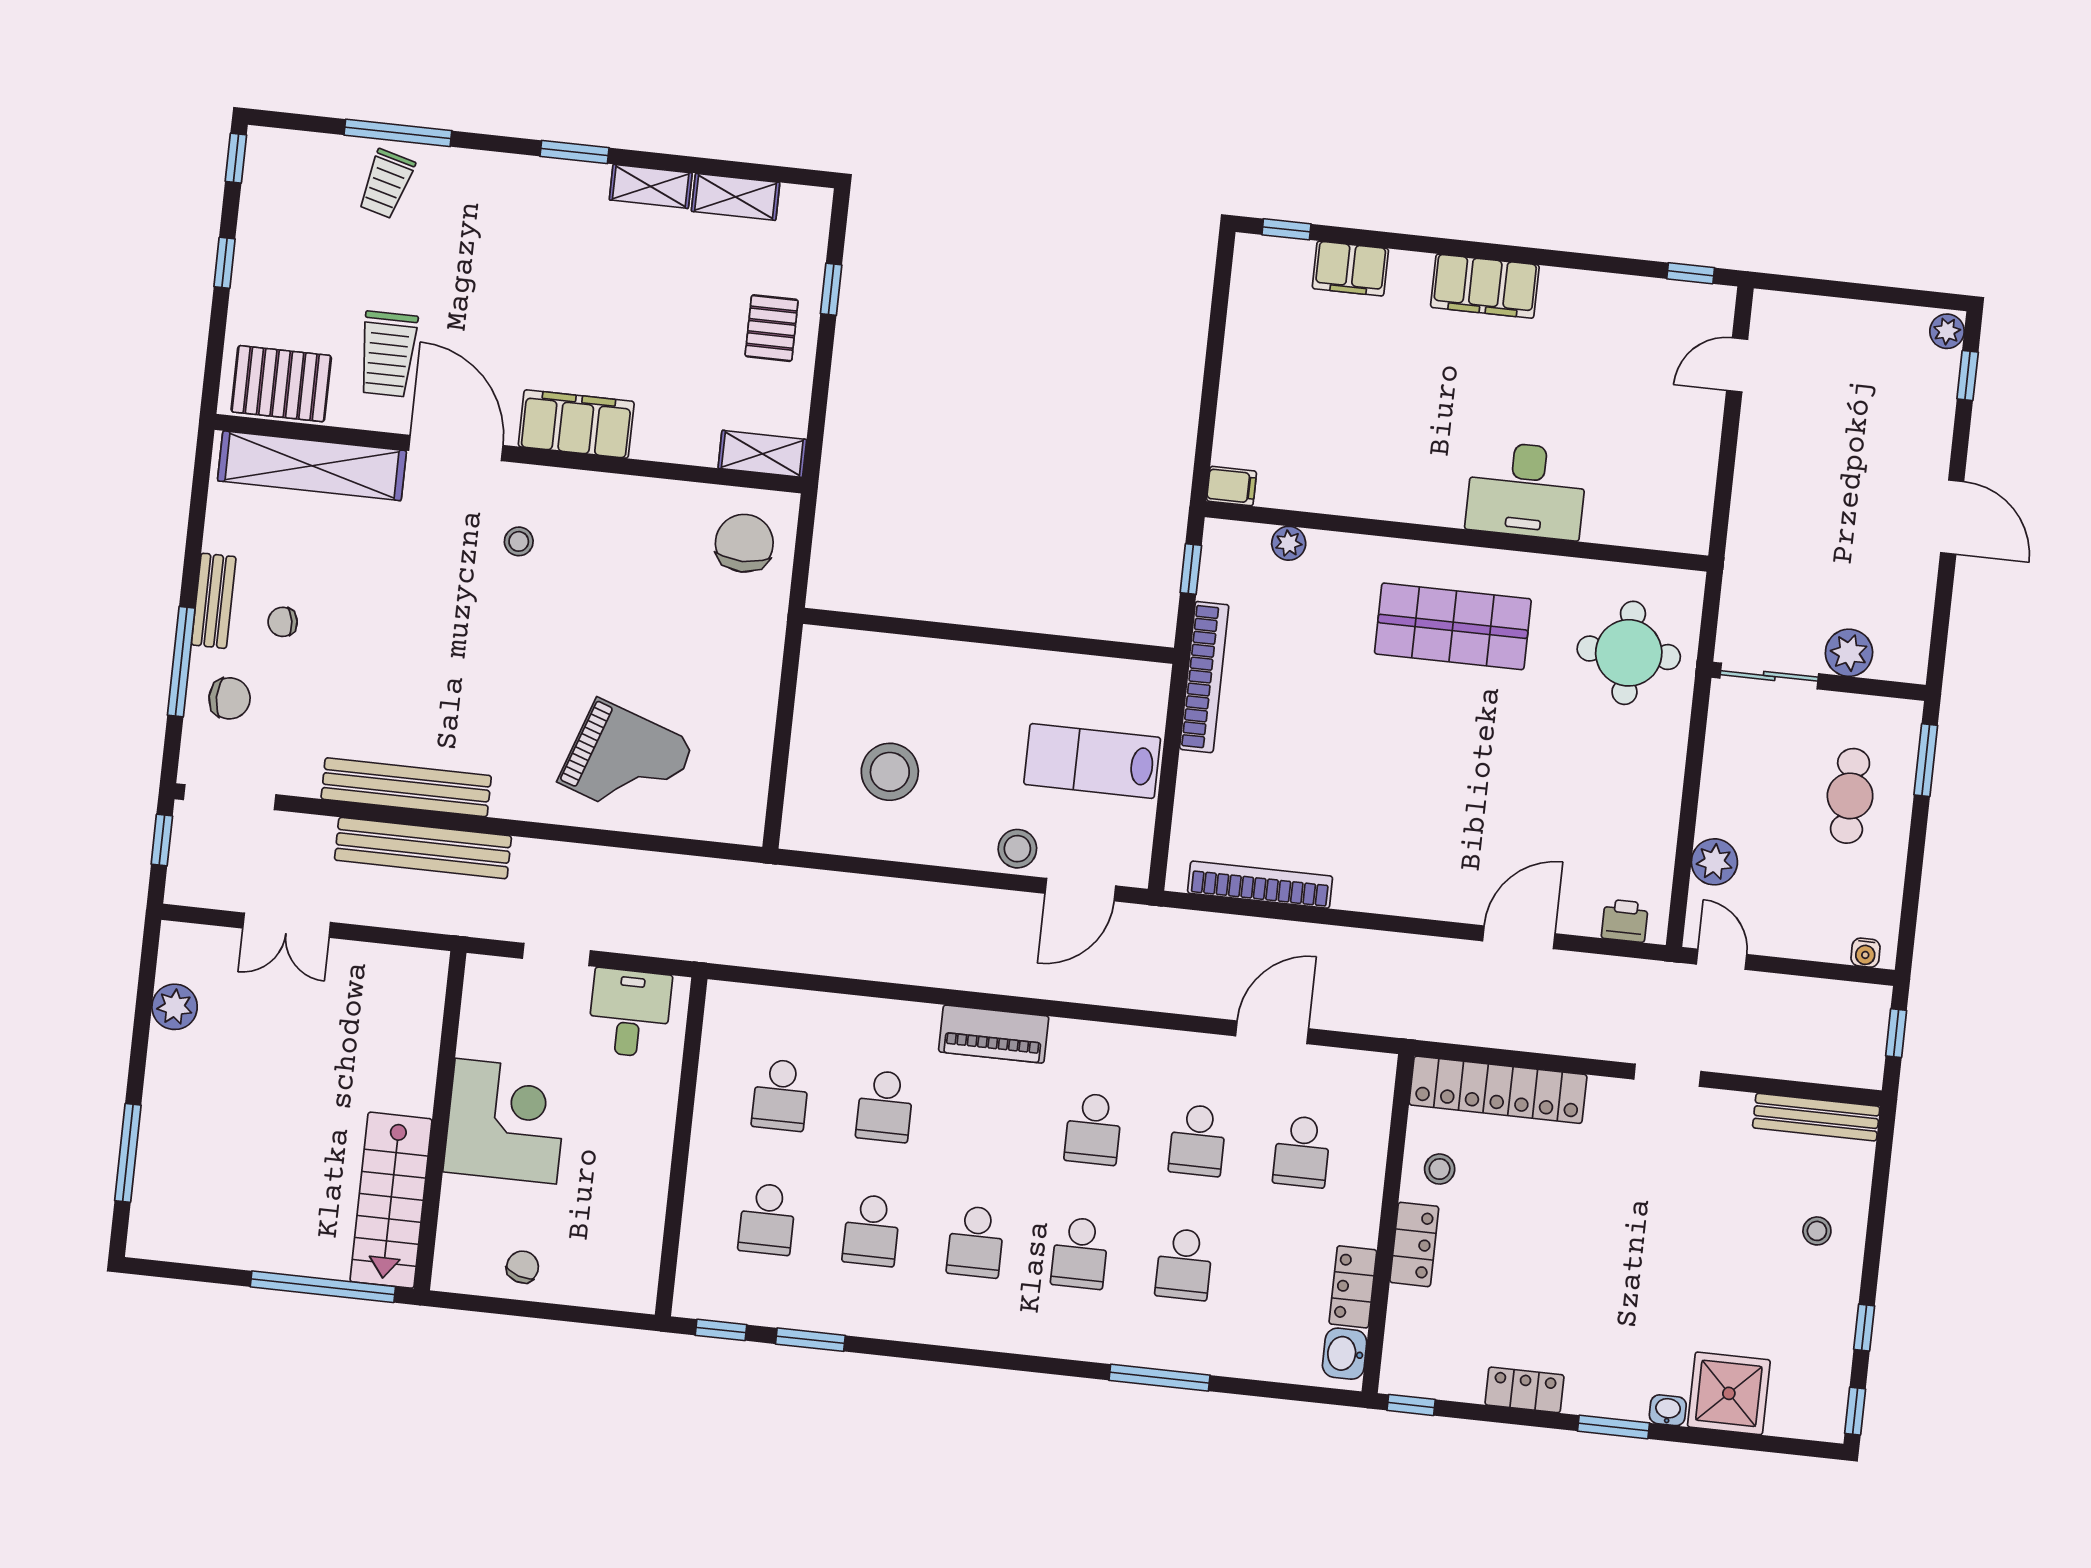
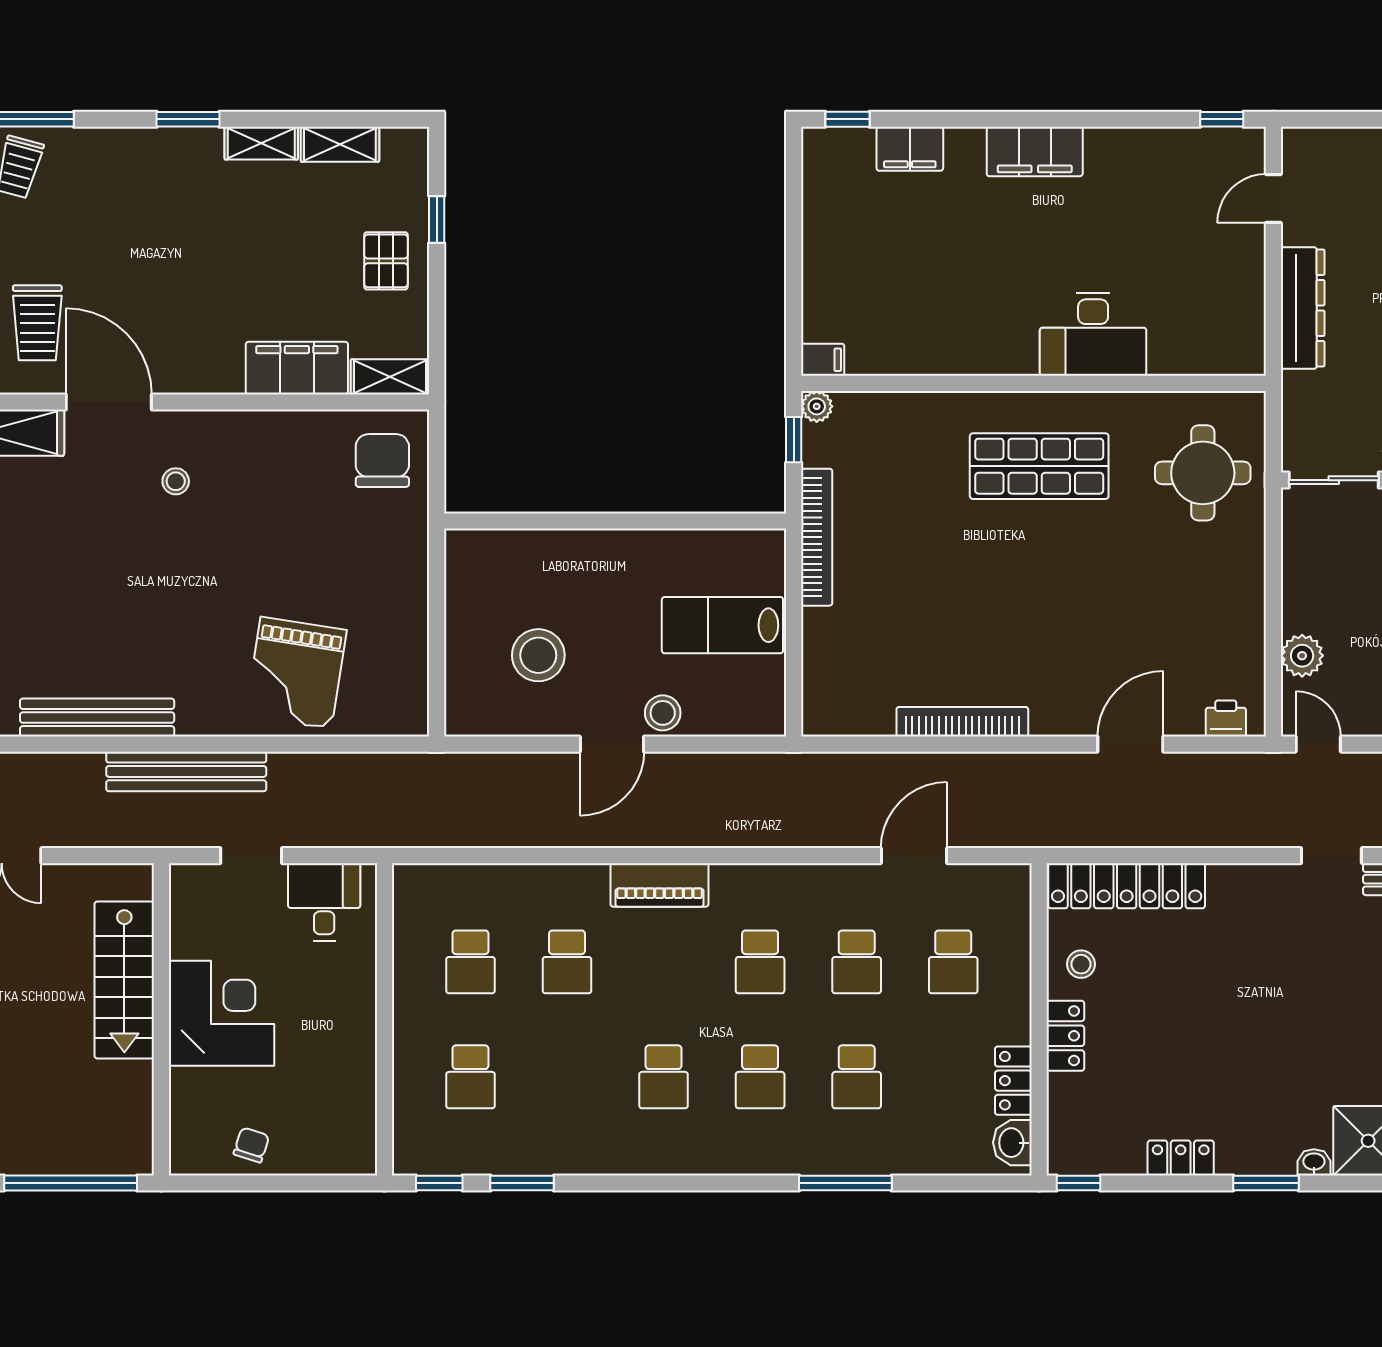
filing cabinet: (576, 424) -> (297, 368), moved
dresser: (1756, 487) -> (1303, 308), added
plant: (1289, 543) -> (817, 406), moved
grand piano: (626, 762) -> (296, 673), turned 80
bench: (423, 848) -> (186, 771), moved
bookcase: (1260, 885) -> (962, 722), moved
door: (1080, 890) -> (612, 744), moved
doorway: (1667, 1075) -> (1331, 856), moved
stairs: (391, 1200) -> (124, 980), moved
school desk: (871, 1230) -> (567, 1077), removed

